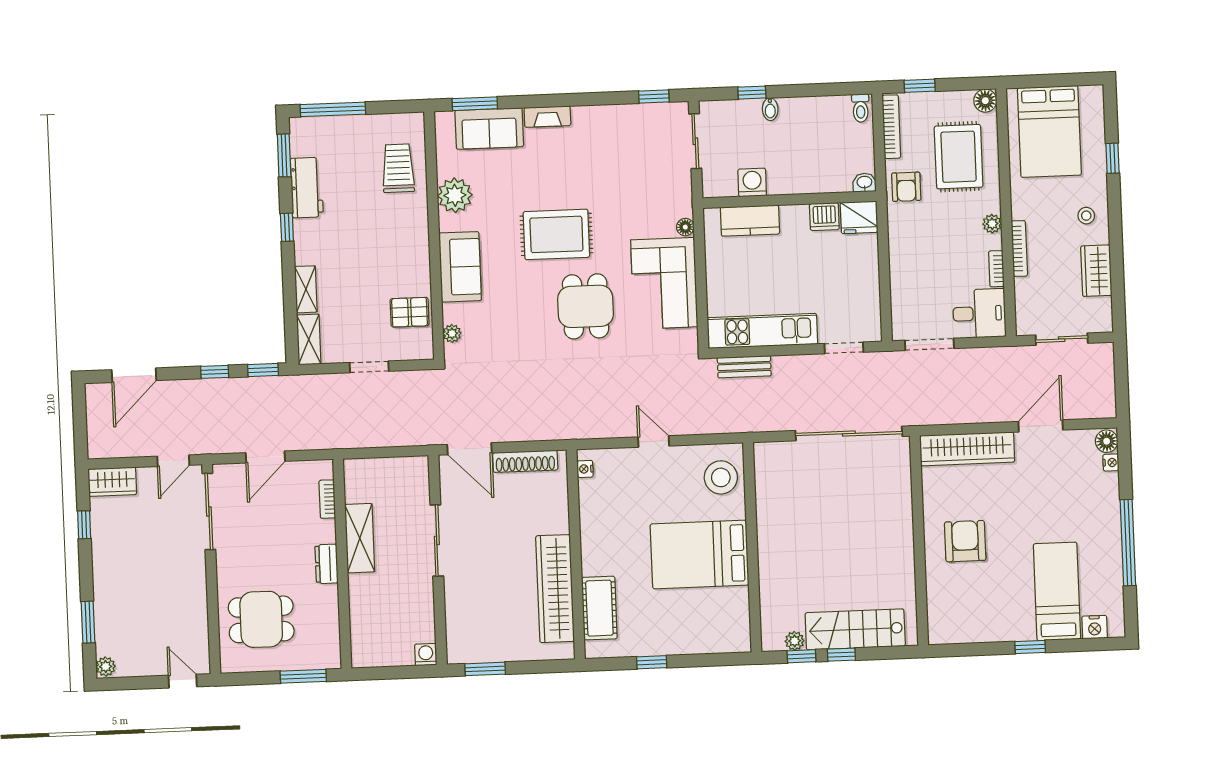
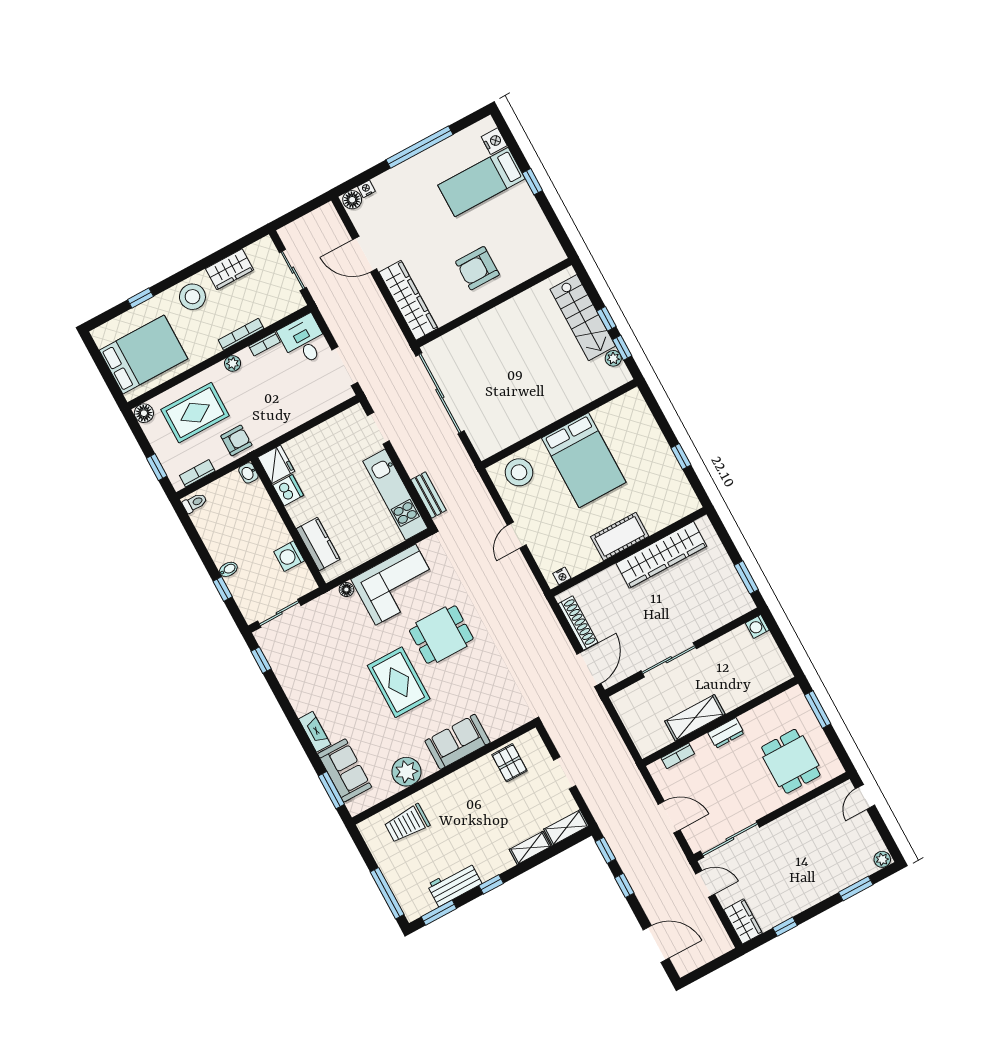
bookcase: (891, 127) -> (197, 473), width x0.64
stool: (1086, 216) -> (192, 297), width x1.89, depth x1.89
plant: (452, 333) -> (510, 724), removed
cot: (599, 608) -> (620, 536), moved

